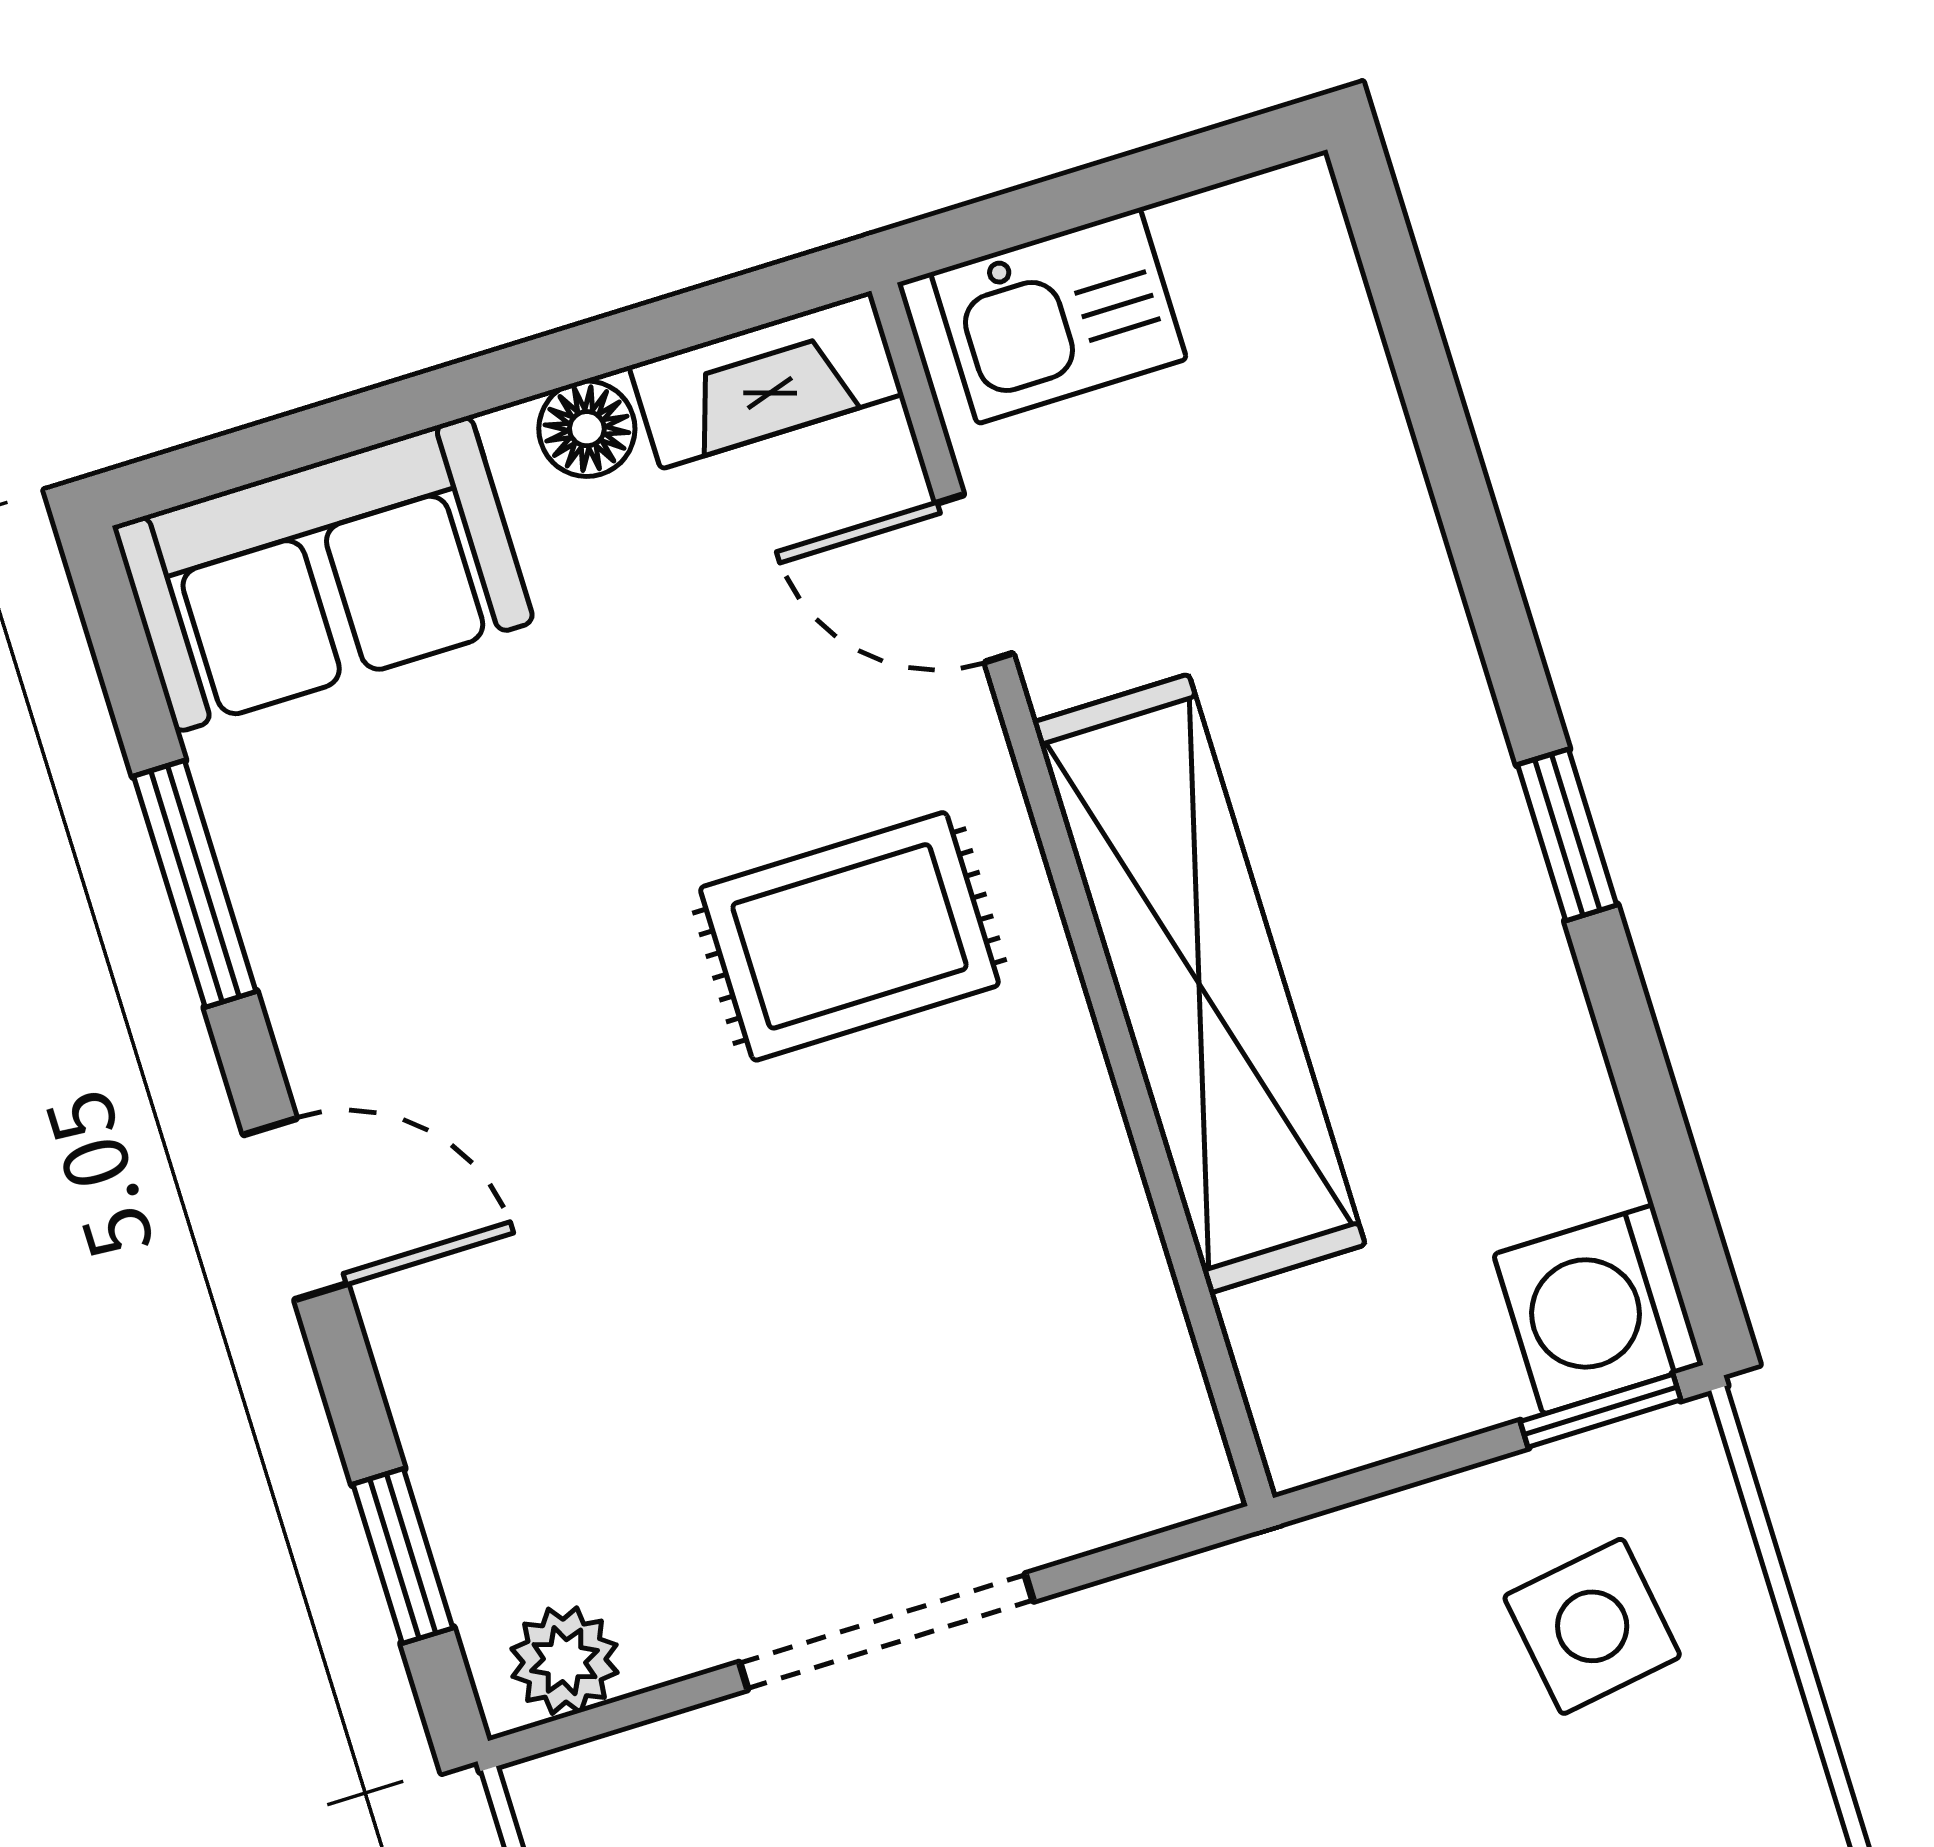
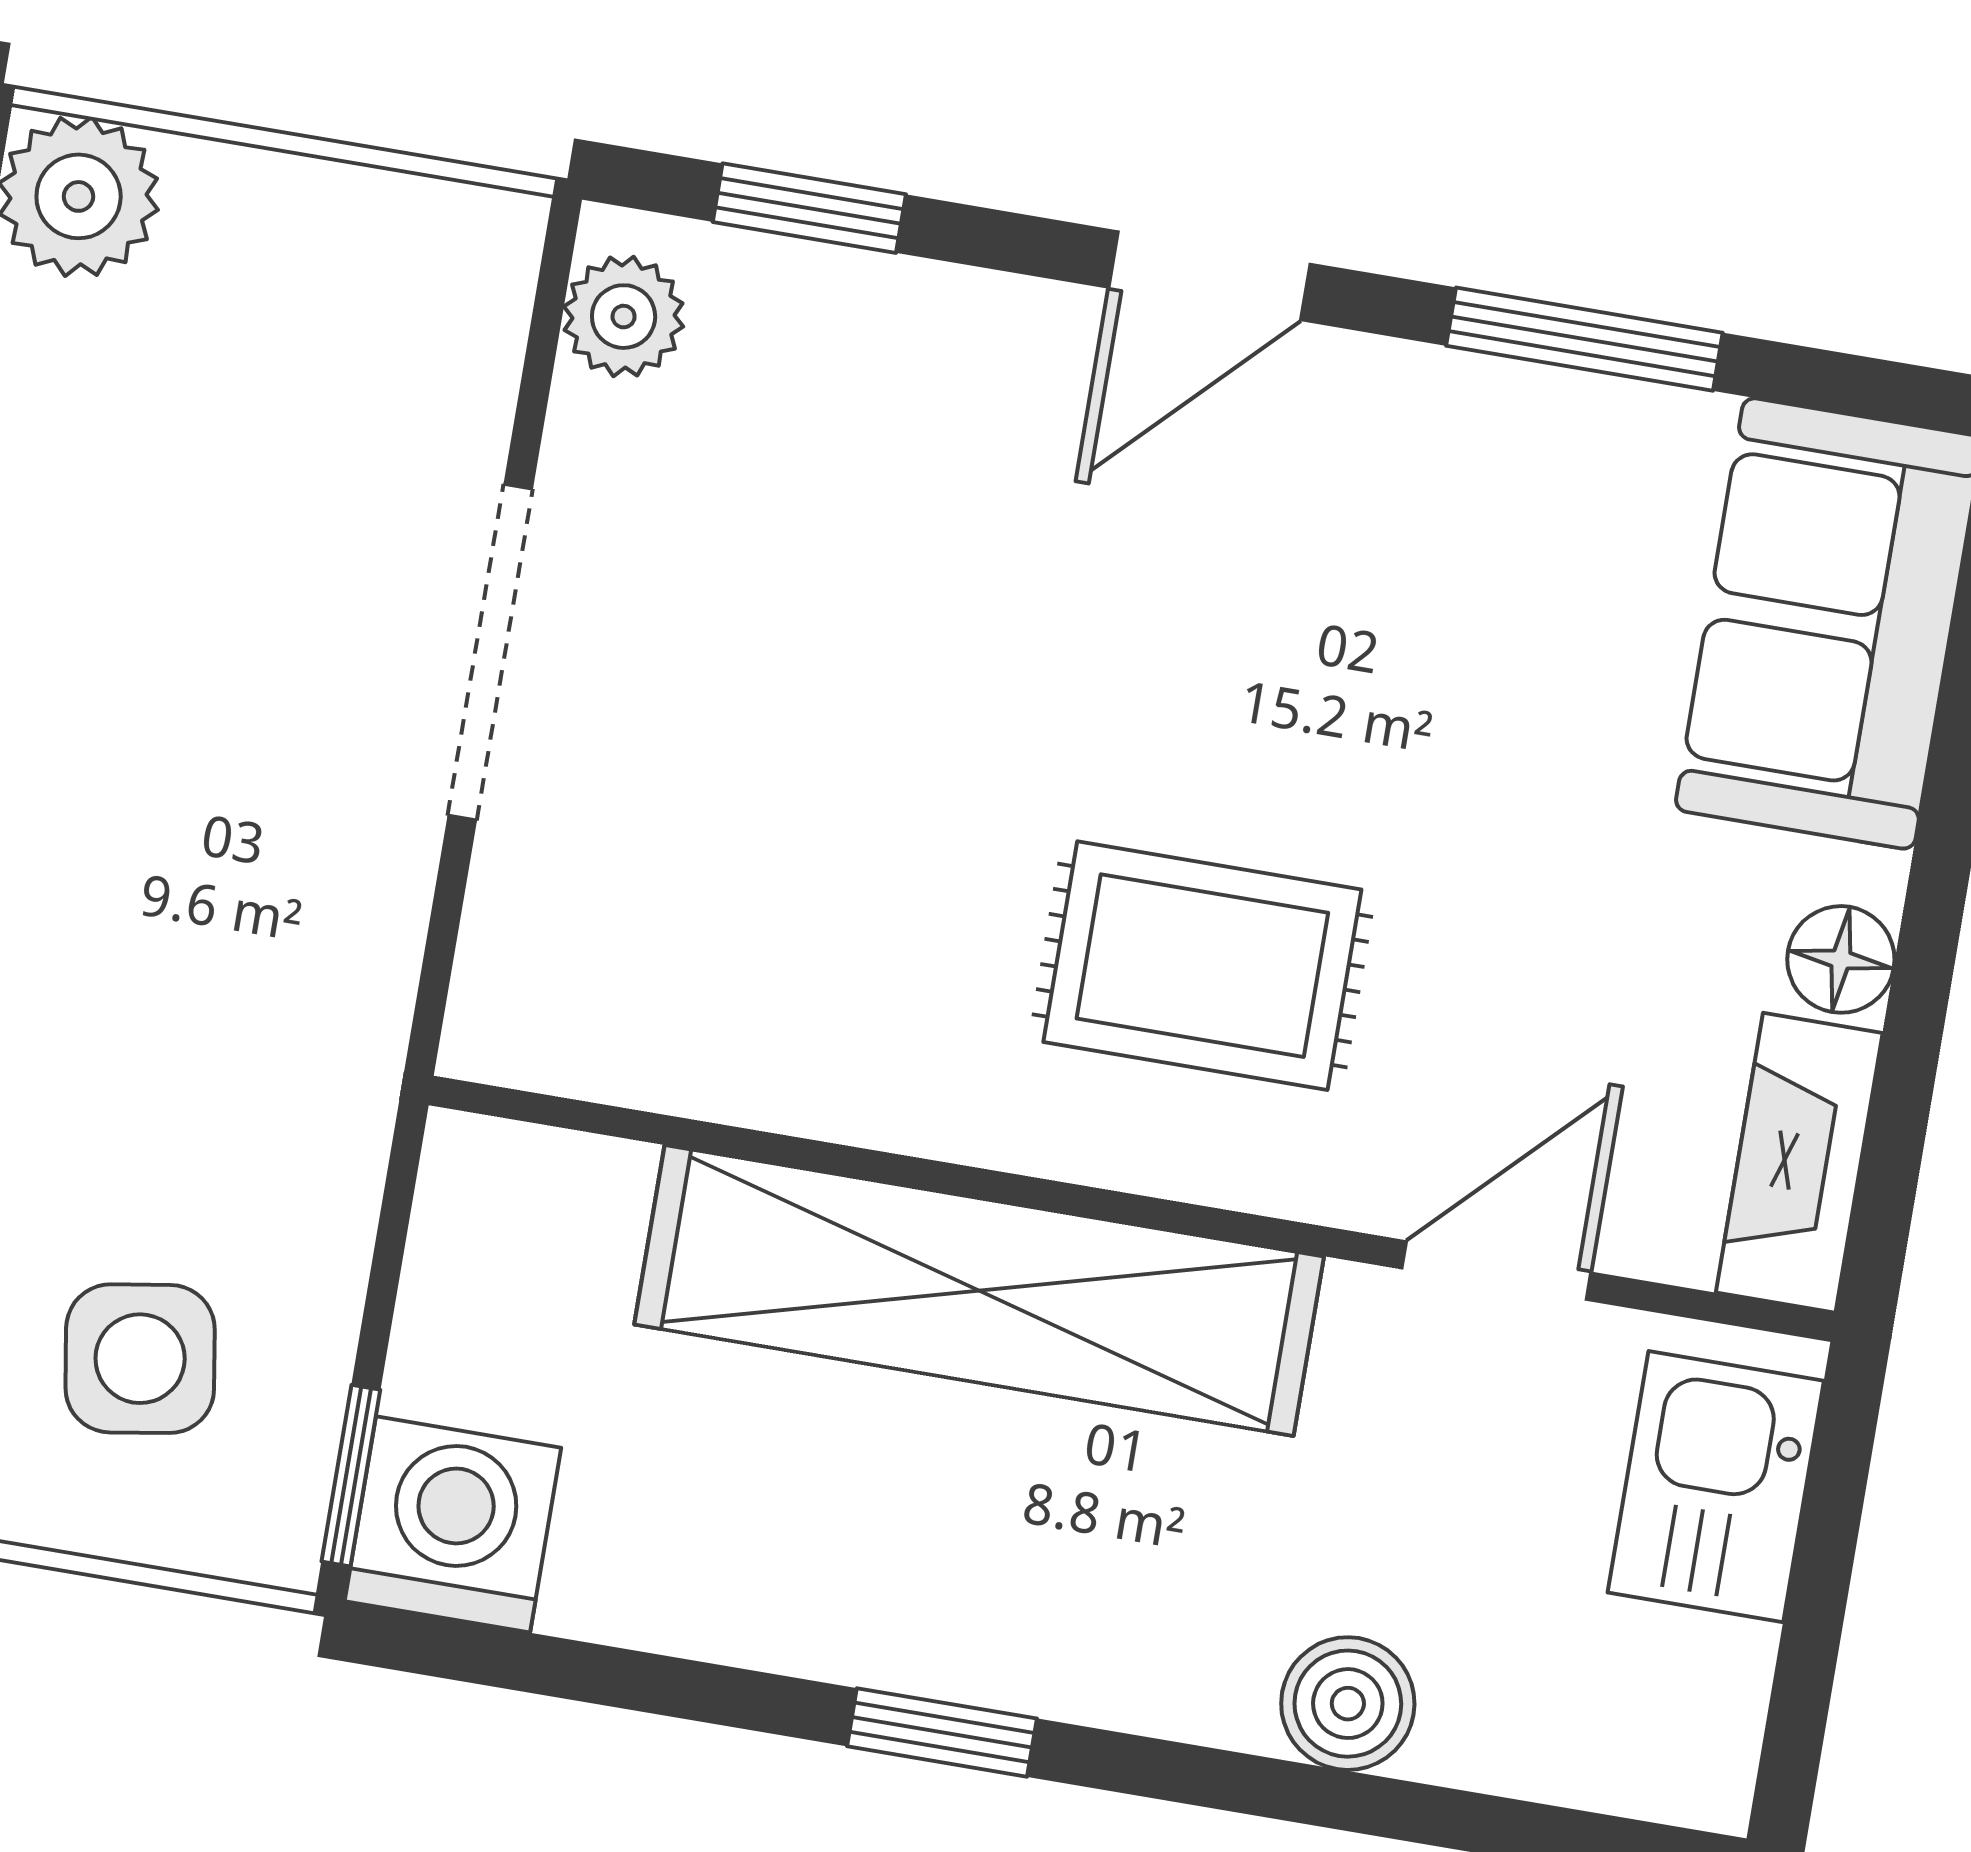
boiler: (1380, 522) -> (1348, 1704), added
rug: (849, 936) -> (1202, 966), turned 90

